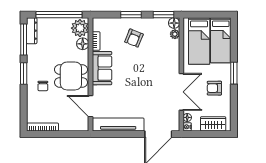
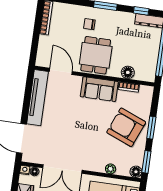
plant: (80, 28) -> (145, 72), removed
plant: (175, 34) -> (111, 169), moved
armchair: (134, 38) -> (126, 127), width x1.88, depth x1.88
window: (24, 40) -> (141, 11), width x0.46
door: (90, 106) -> (61, 71), hinge flipped

